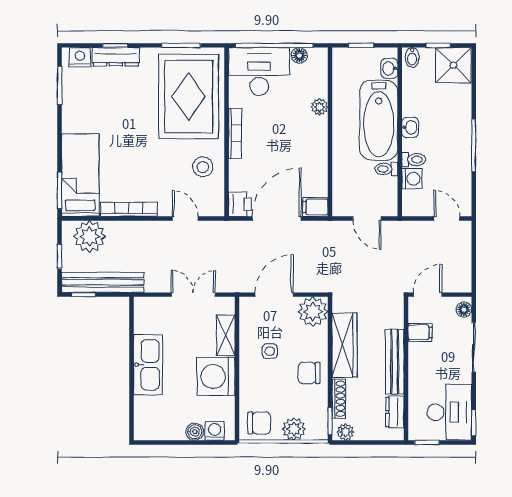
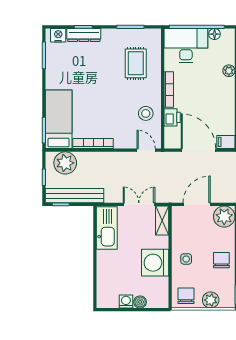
rug: (189, 97) -> (136, 63), width x0.54, depth x0.49
printer: (240, 204) -> (172, 117), moved
door: (185, 219) -> (146, 150), moved
door: (277, 219) -> (198, 150), hinge flipped
shelving: (226, 335) -> (162, 220), moved
side table: (270, 351) -> (186, 259), moved
kitchen sink: (148, 365) -> (107, 228), moved
chair: (309, 373) -> (221, 260), turned 90
chair: (259, 423) -> (186, 296), turned -90
washing machine: (215, 431) -> (126, 301), moved

